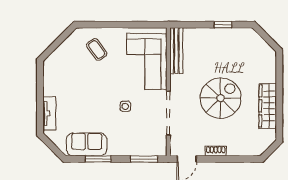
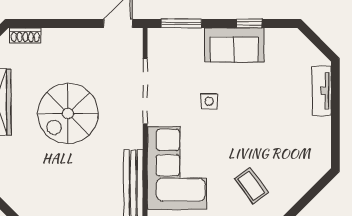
sofa: (87, 144) -> (234, 45), moved
shoe rack: (216, 151) -> (25, 35), moved
window: (98, 159) -> (249, 23), width x0.67

